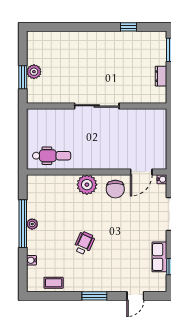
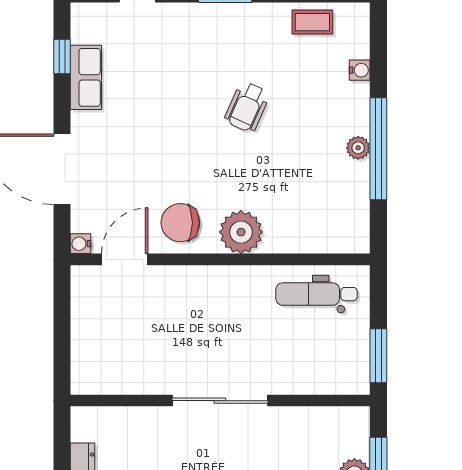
window: (23, 127) -> (378, 356), added
chair: (115, 189) -> (180, 223), turned -90

